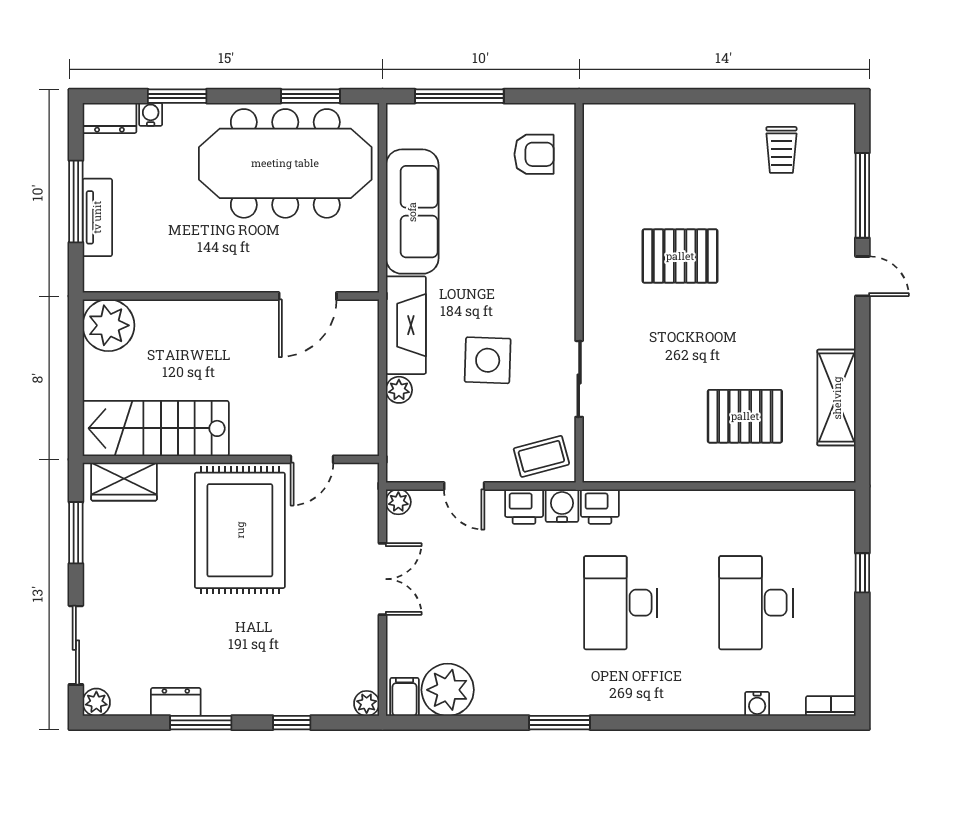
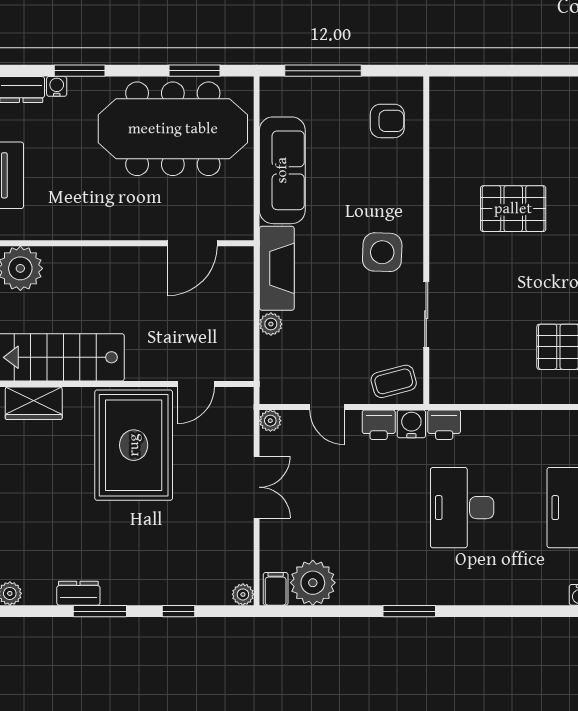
side table: (488, 360) -> (382, 252), moved

